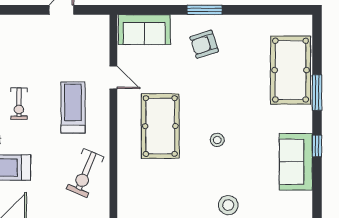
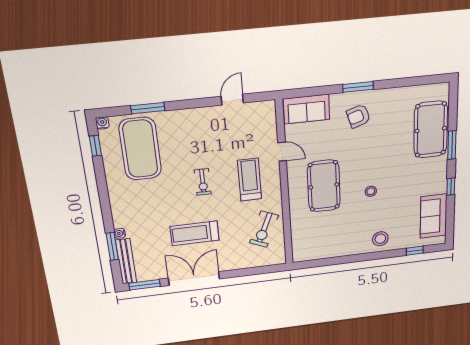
sofa: (296, 162) -> (434, 216), moved

